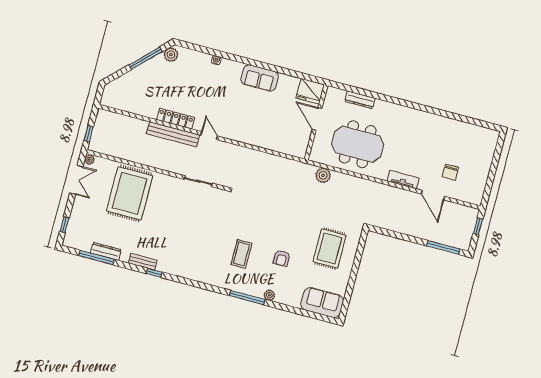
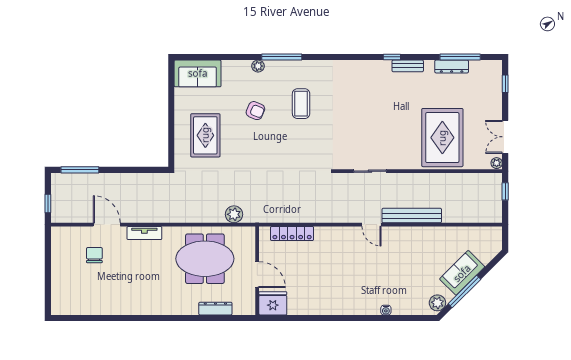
sofa: (260, 78) -> (462, 273), moved, turned -45
locker: (175, 119) -> (292, 234), moved
armchair: (282, 258) -> (255, 111), turned 113

